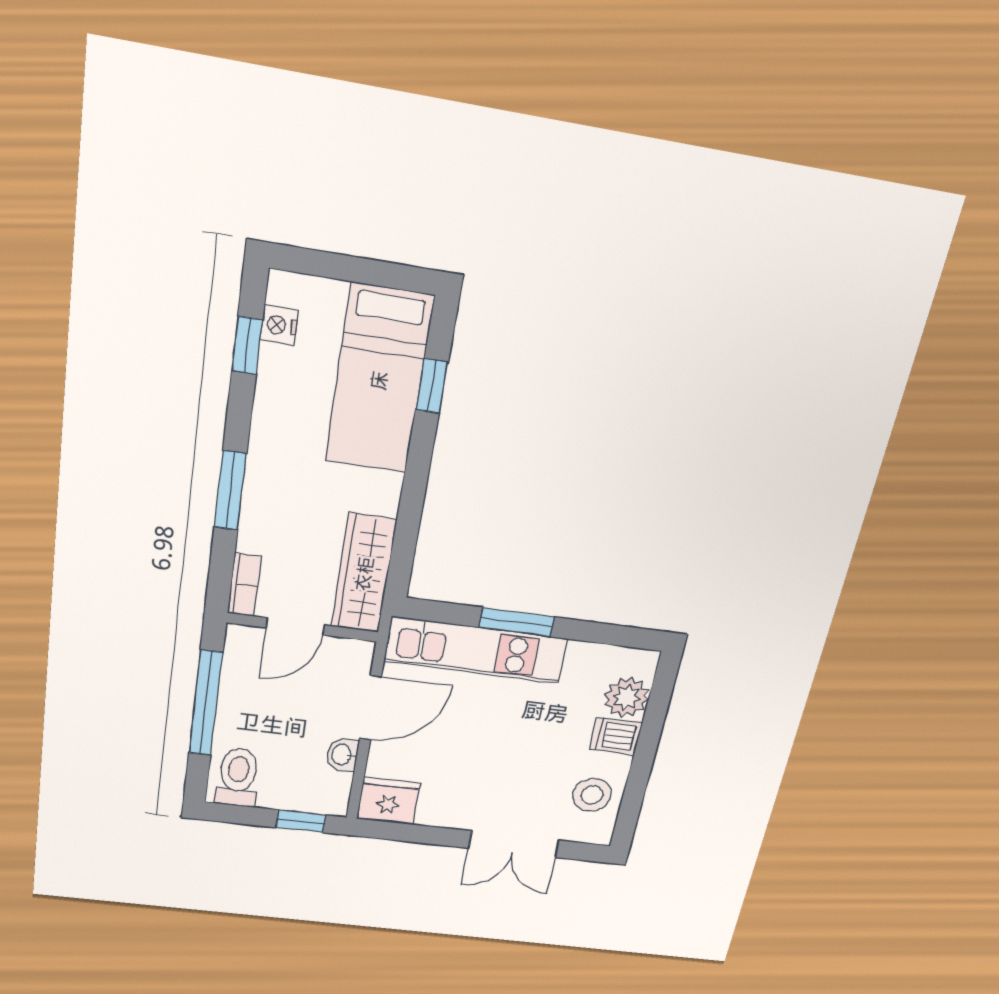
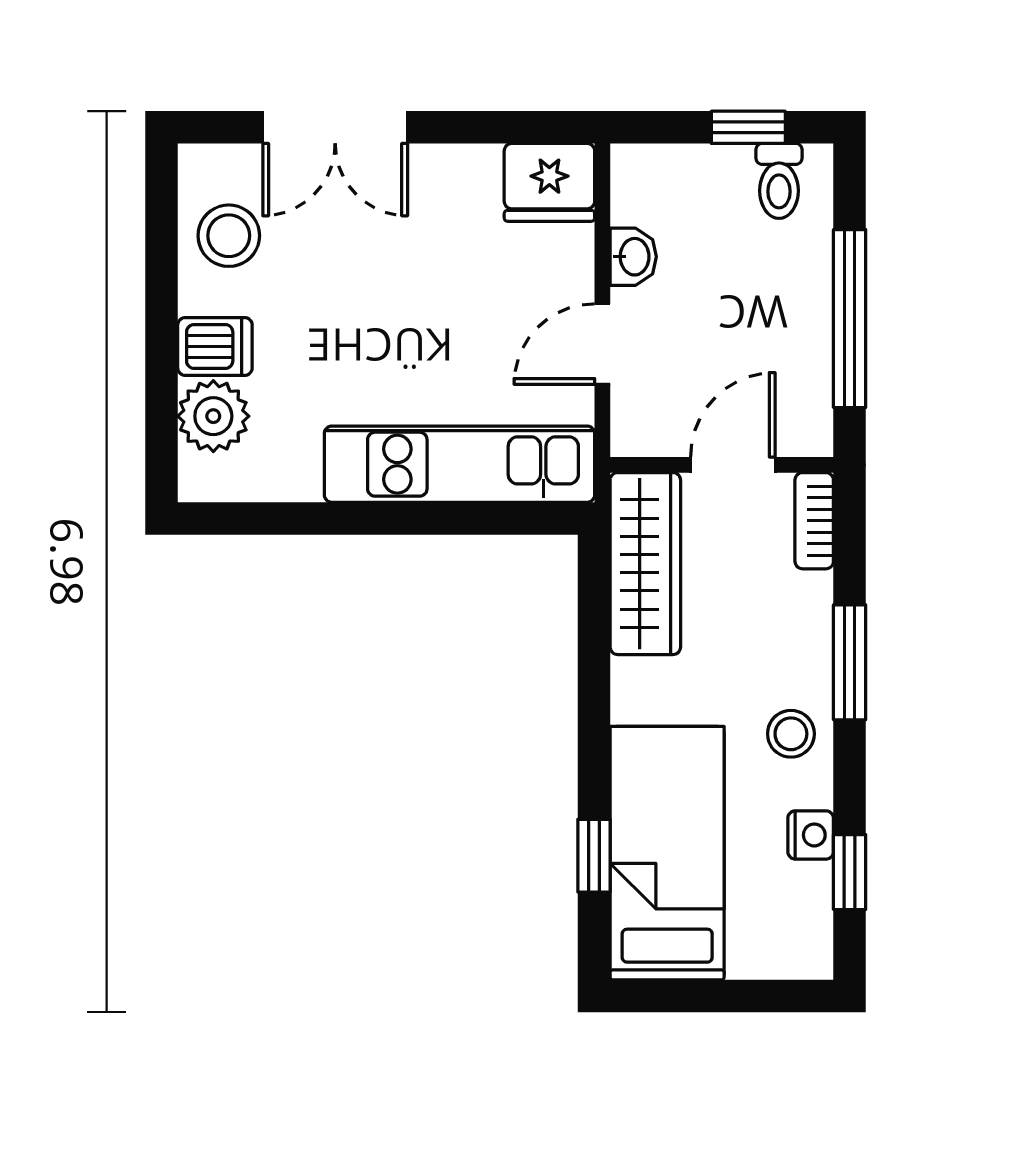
nightstand: (279, 325) -> (811, 835), moved
stool: (278, 449) -> (791, 734), added
window: (517, 622) -> (408, 518), removed
door: (370, 708) -> (602, 344), width x0.73
toilet: (238, 777) -> (779, 181), width x0.73, depth x0.72
window: (301, 821) -> (748, 127), moved
double door: (514, 844) -> (335, 127), swing flipped

